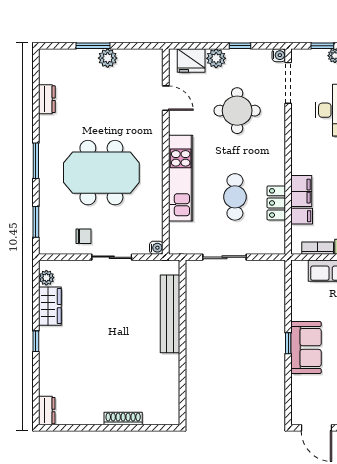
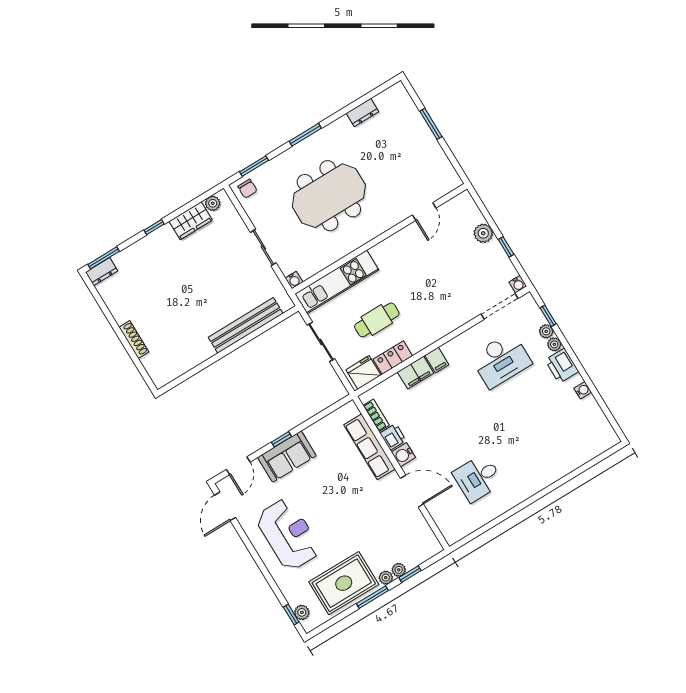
plant: (108, 58) -> (428, 142), removed
fridge: (191, 60) -> (363, 372), moved, turned 90
round table: (237, 111) -> (450, 278), removed
meeting table: (101, 173) -> (329, 196), turned 90
kitchen unit: (181, 178) -> (337, 282), moved
filing cabinet: (302, 216) -> (437, 360), moved
chair: (84, 236) -> (247, 189), moved
door: (288, 395) -> (238, 466), added
window: (36, 401) -> (104, 258), added

